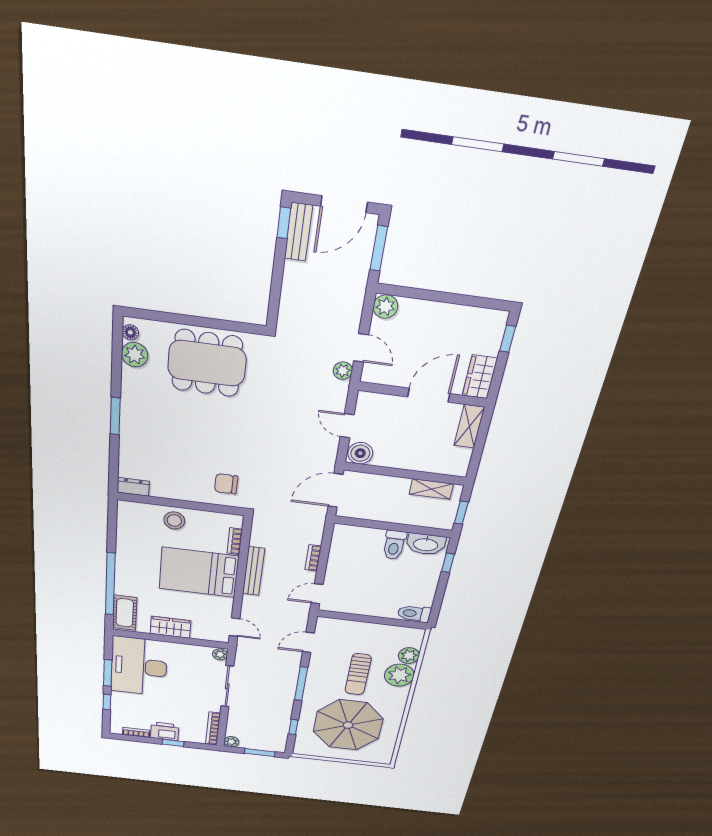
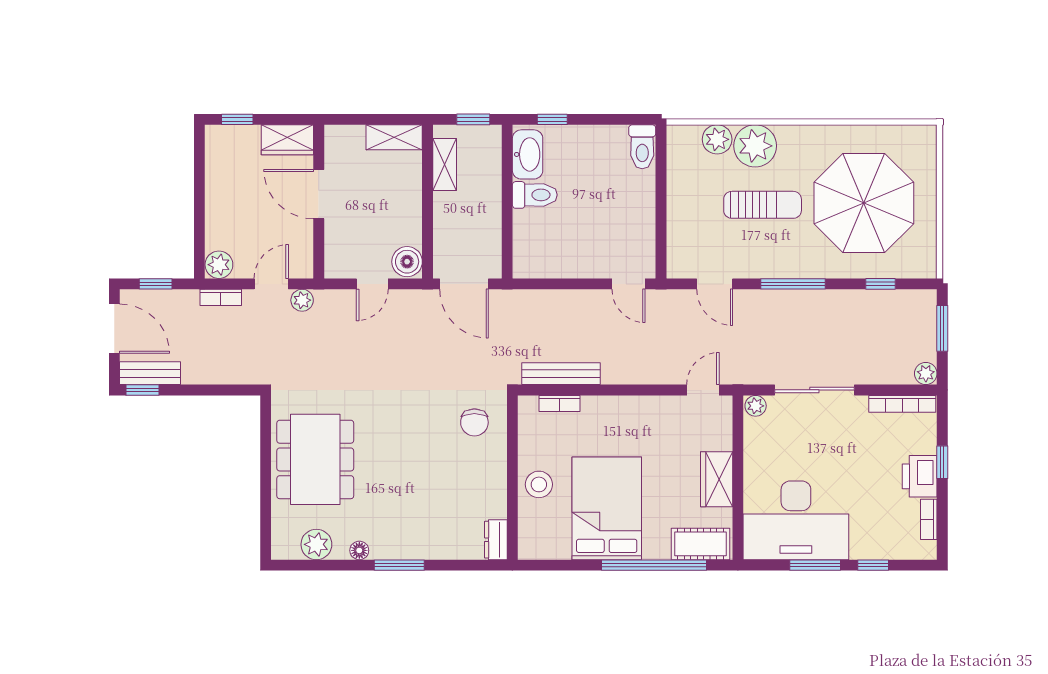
window: (379, 248) -> (156, 284), width x0.67
floor lamp: (130, 332) -> (359, 550), moved
shelving: (469, 426) -> (394, 137), moved
bookcase: (313, 558) -> (221, 297), moved
bench: (254, 571) -> (561, 374), moved
bed: (199, 572) -> (607, 508), moved, turned 180

